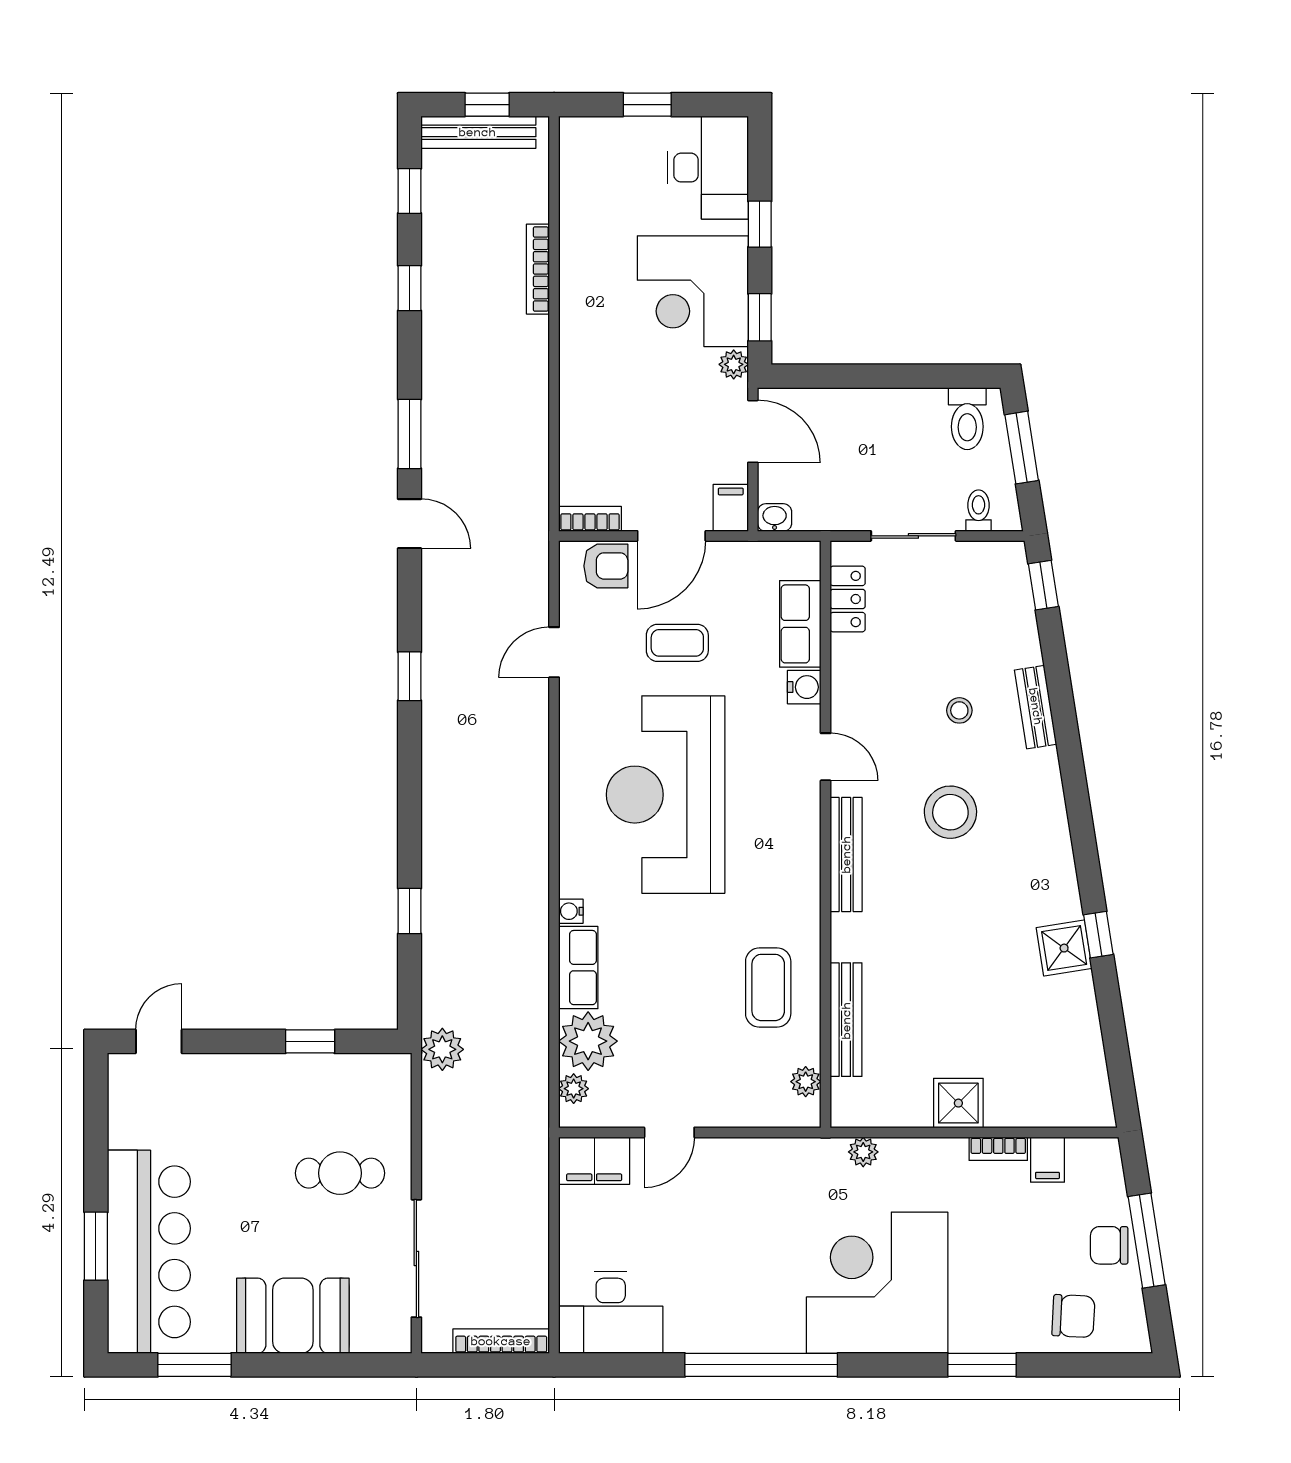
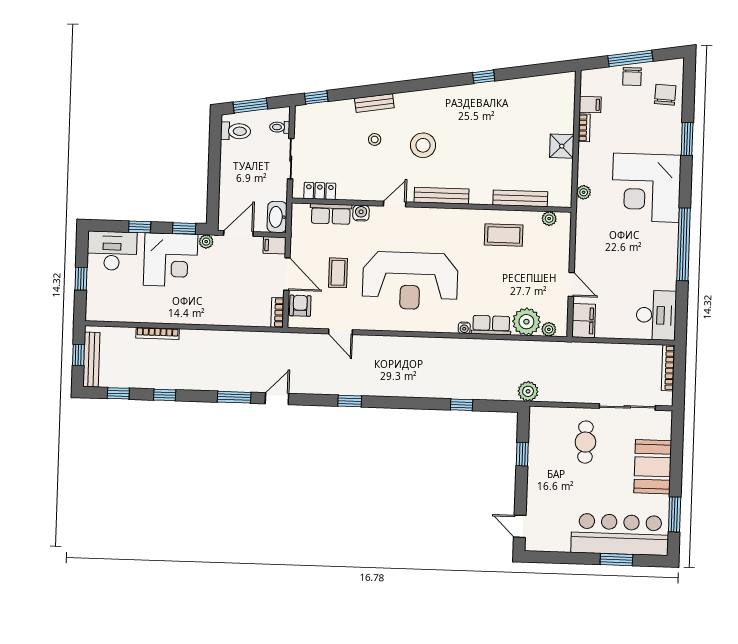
washbasin: (775, 518) -> (277, 217), width x1.91, depth x1.45
shower: (1064, 948) -> (490, 93), removed

